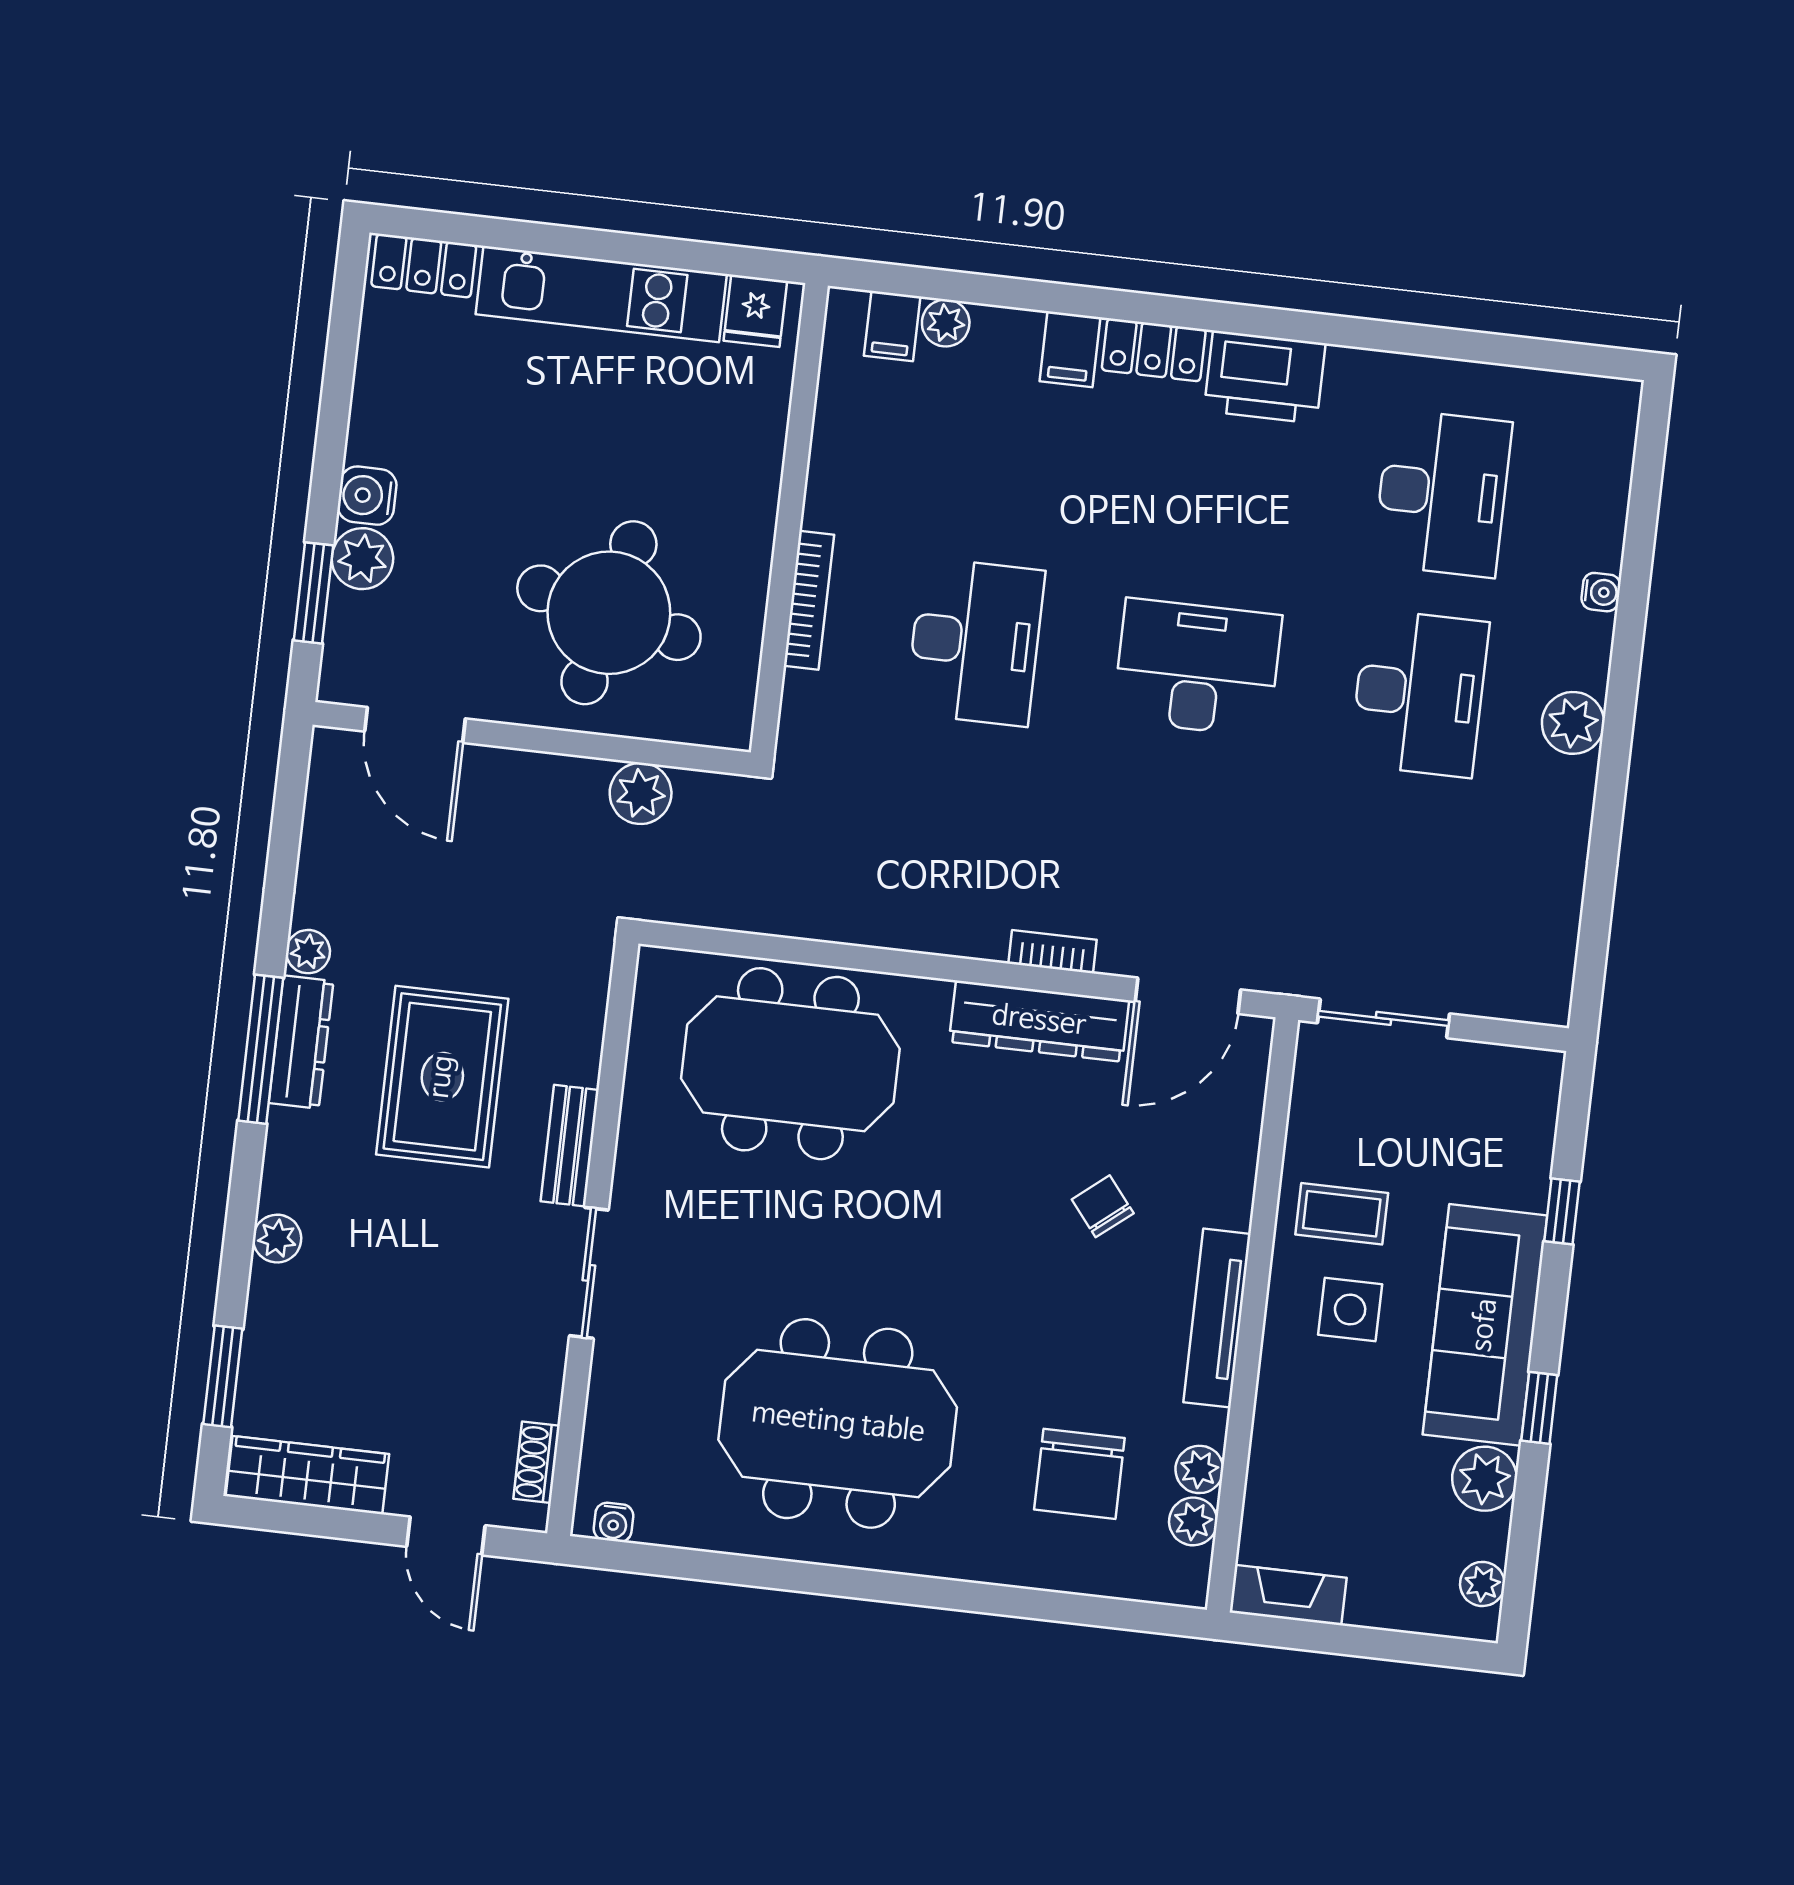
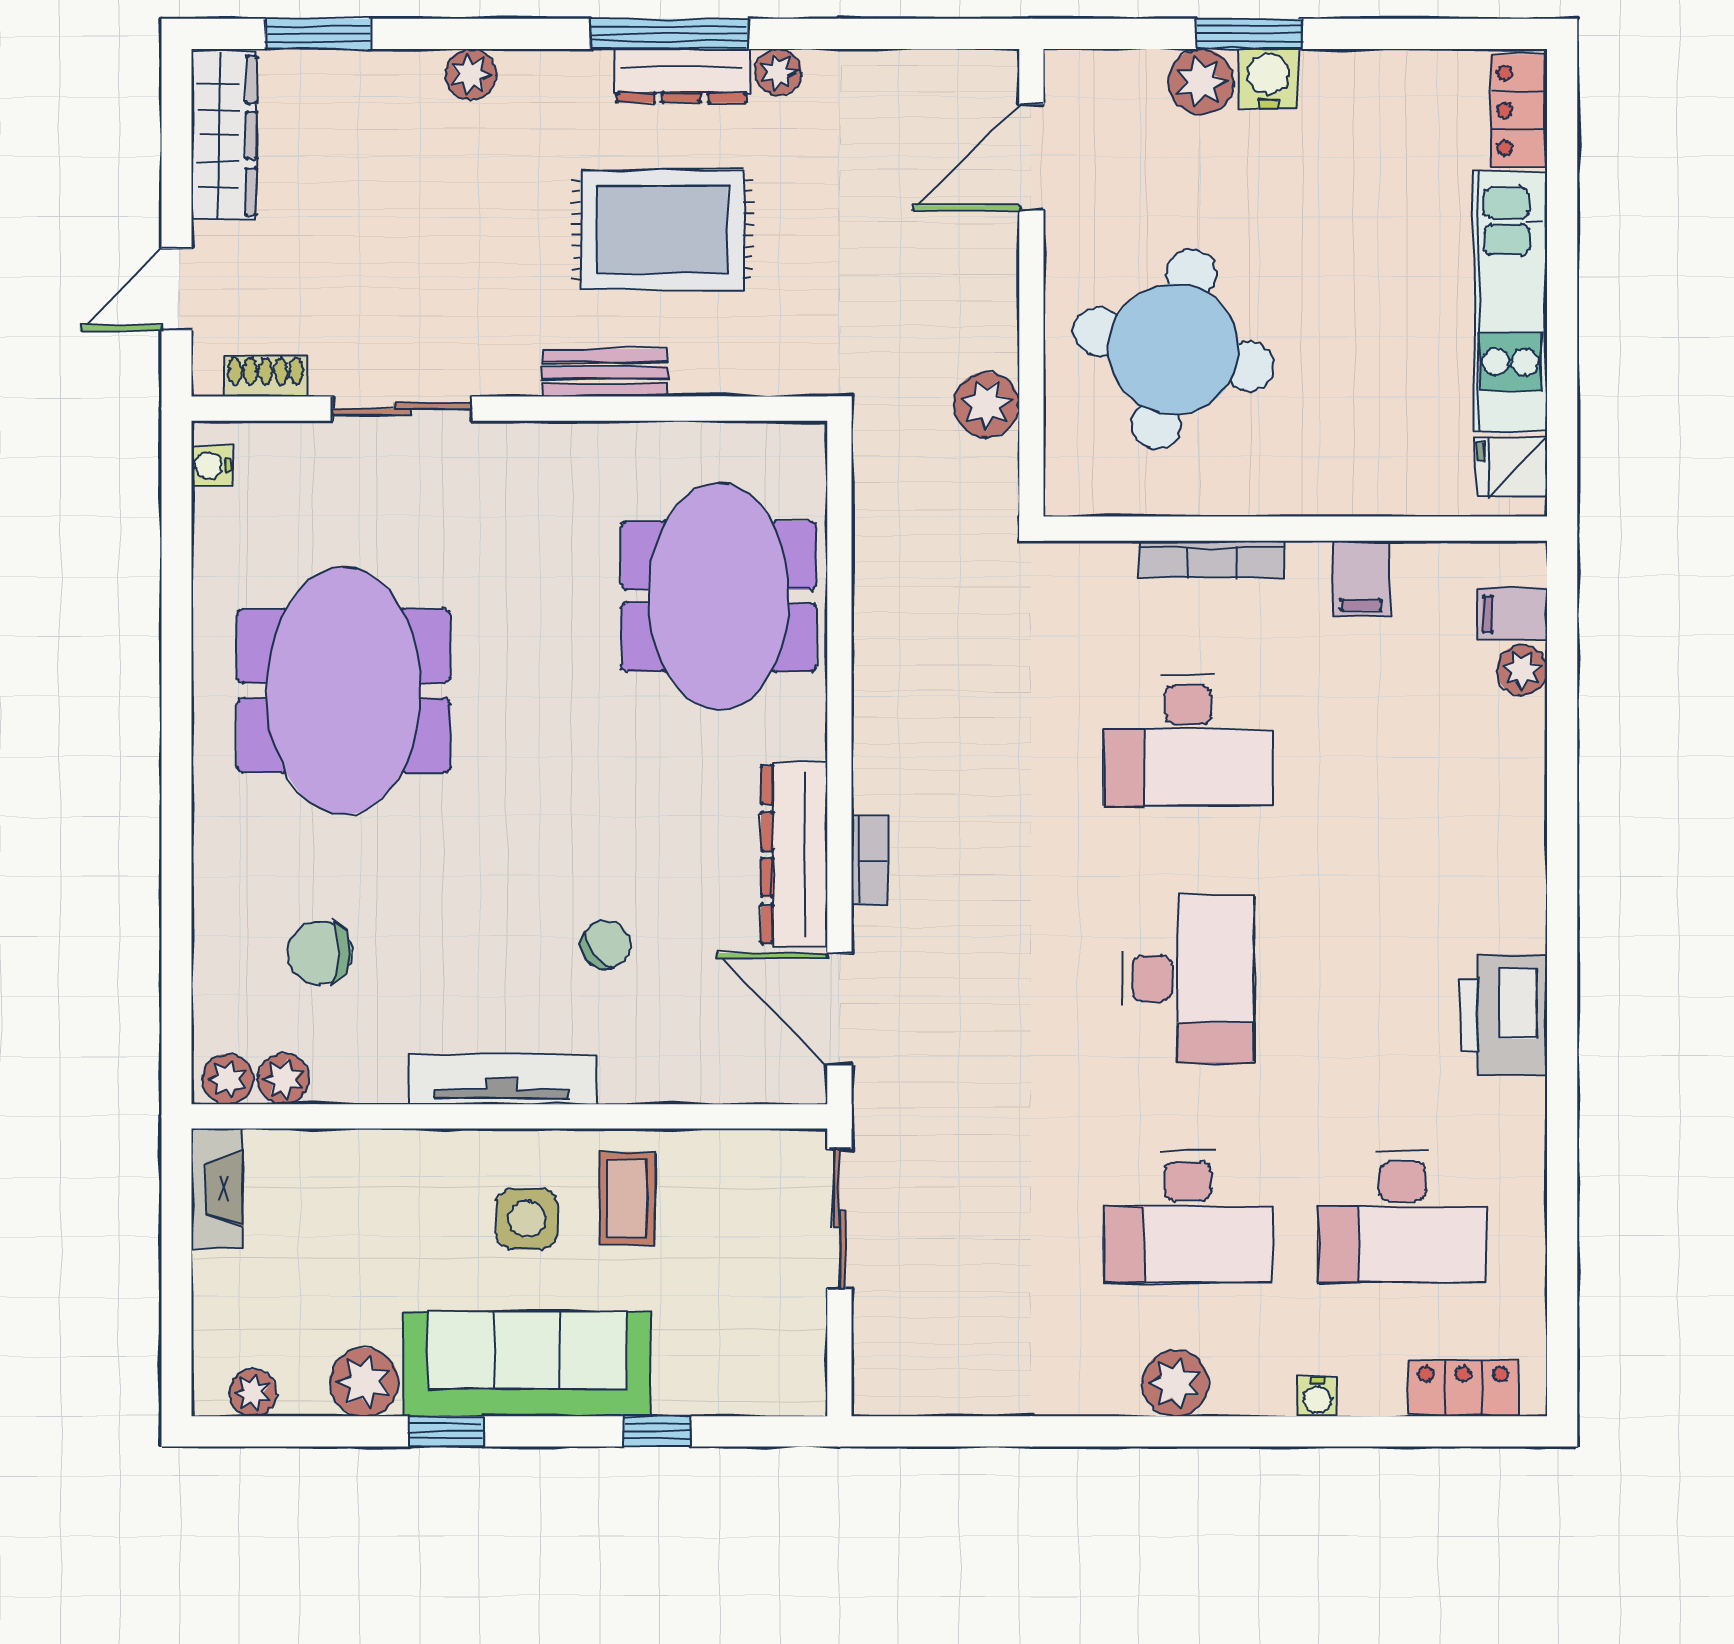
filing cabinet: (1070, 349) -> (1361, 578), moved, turned -90
locker: (1154, 350) -> (1463, 1388), moved, turned 90
window: (313, 593) -> (1249, 34), moved
sliding door: (589, 1273) -> (402, 409), moved
plant: (1199, 1469) -> (228, 1079), moved
chair: (1079, 1474) -> (320, 953), width x0.73, depth x0.73

